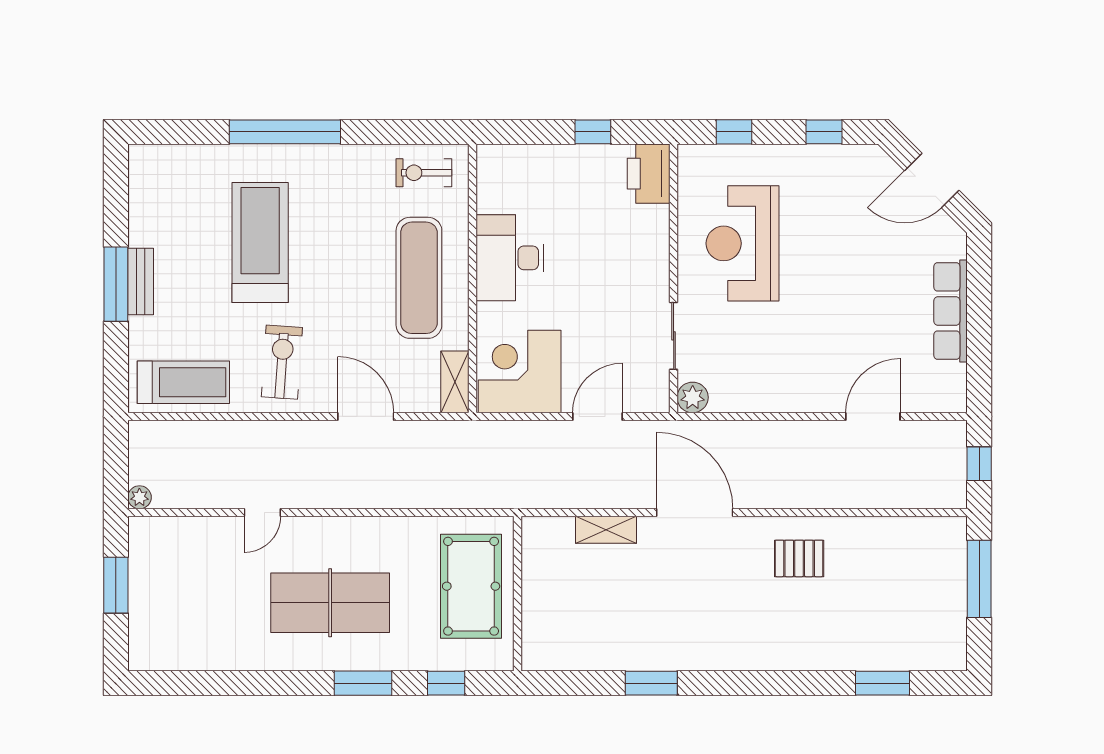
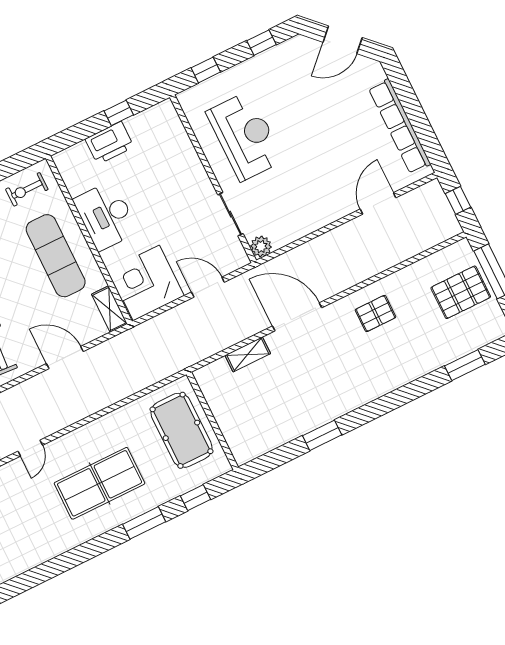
printer: (649, 174) -> (109, 143), moved, turned -90
reception desk: (743, 243) -> (245, 136), turned 180
row of seats: (951, 311) -> (400, 126), width x1.36
door: (597, 417) -> (208, 287), hinge flipped
pallet: (924, 585) -> (461, 292), added

